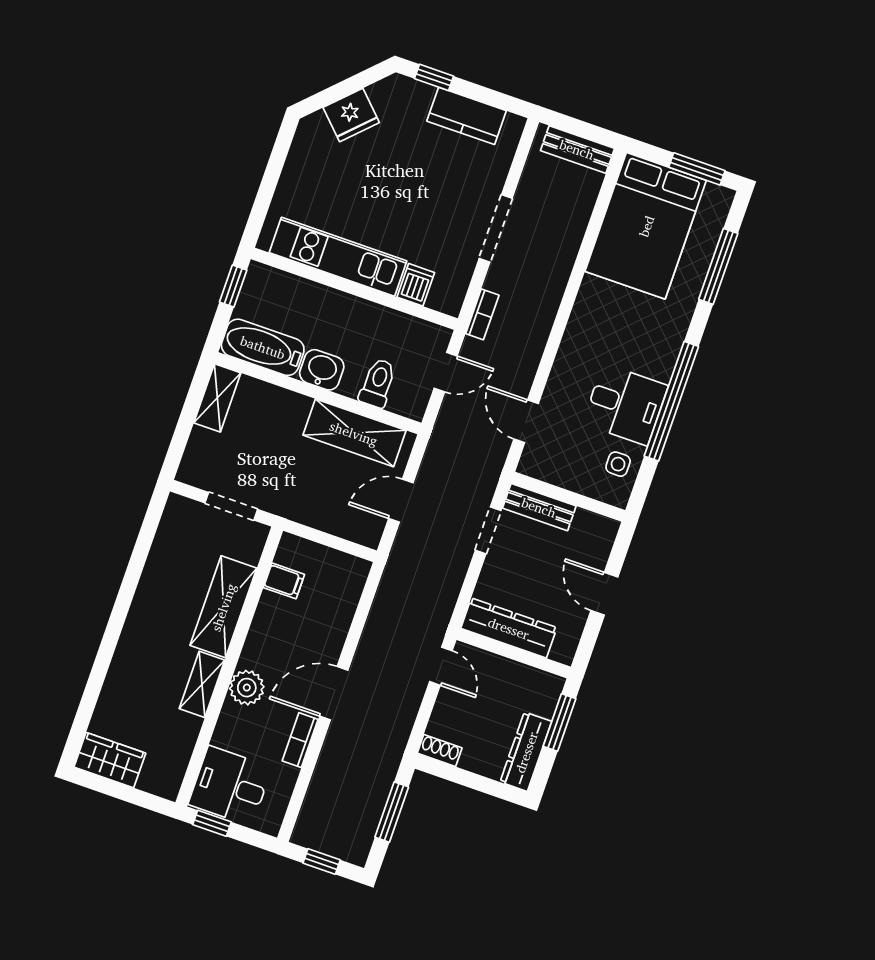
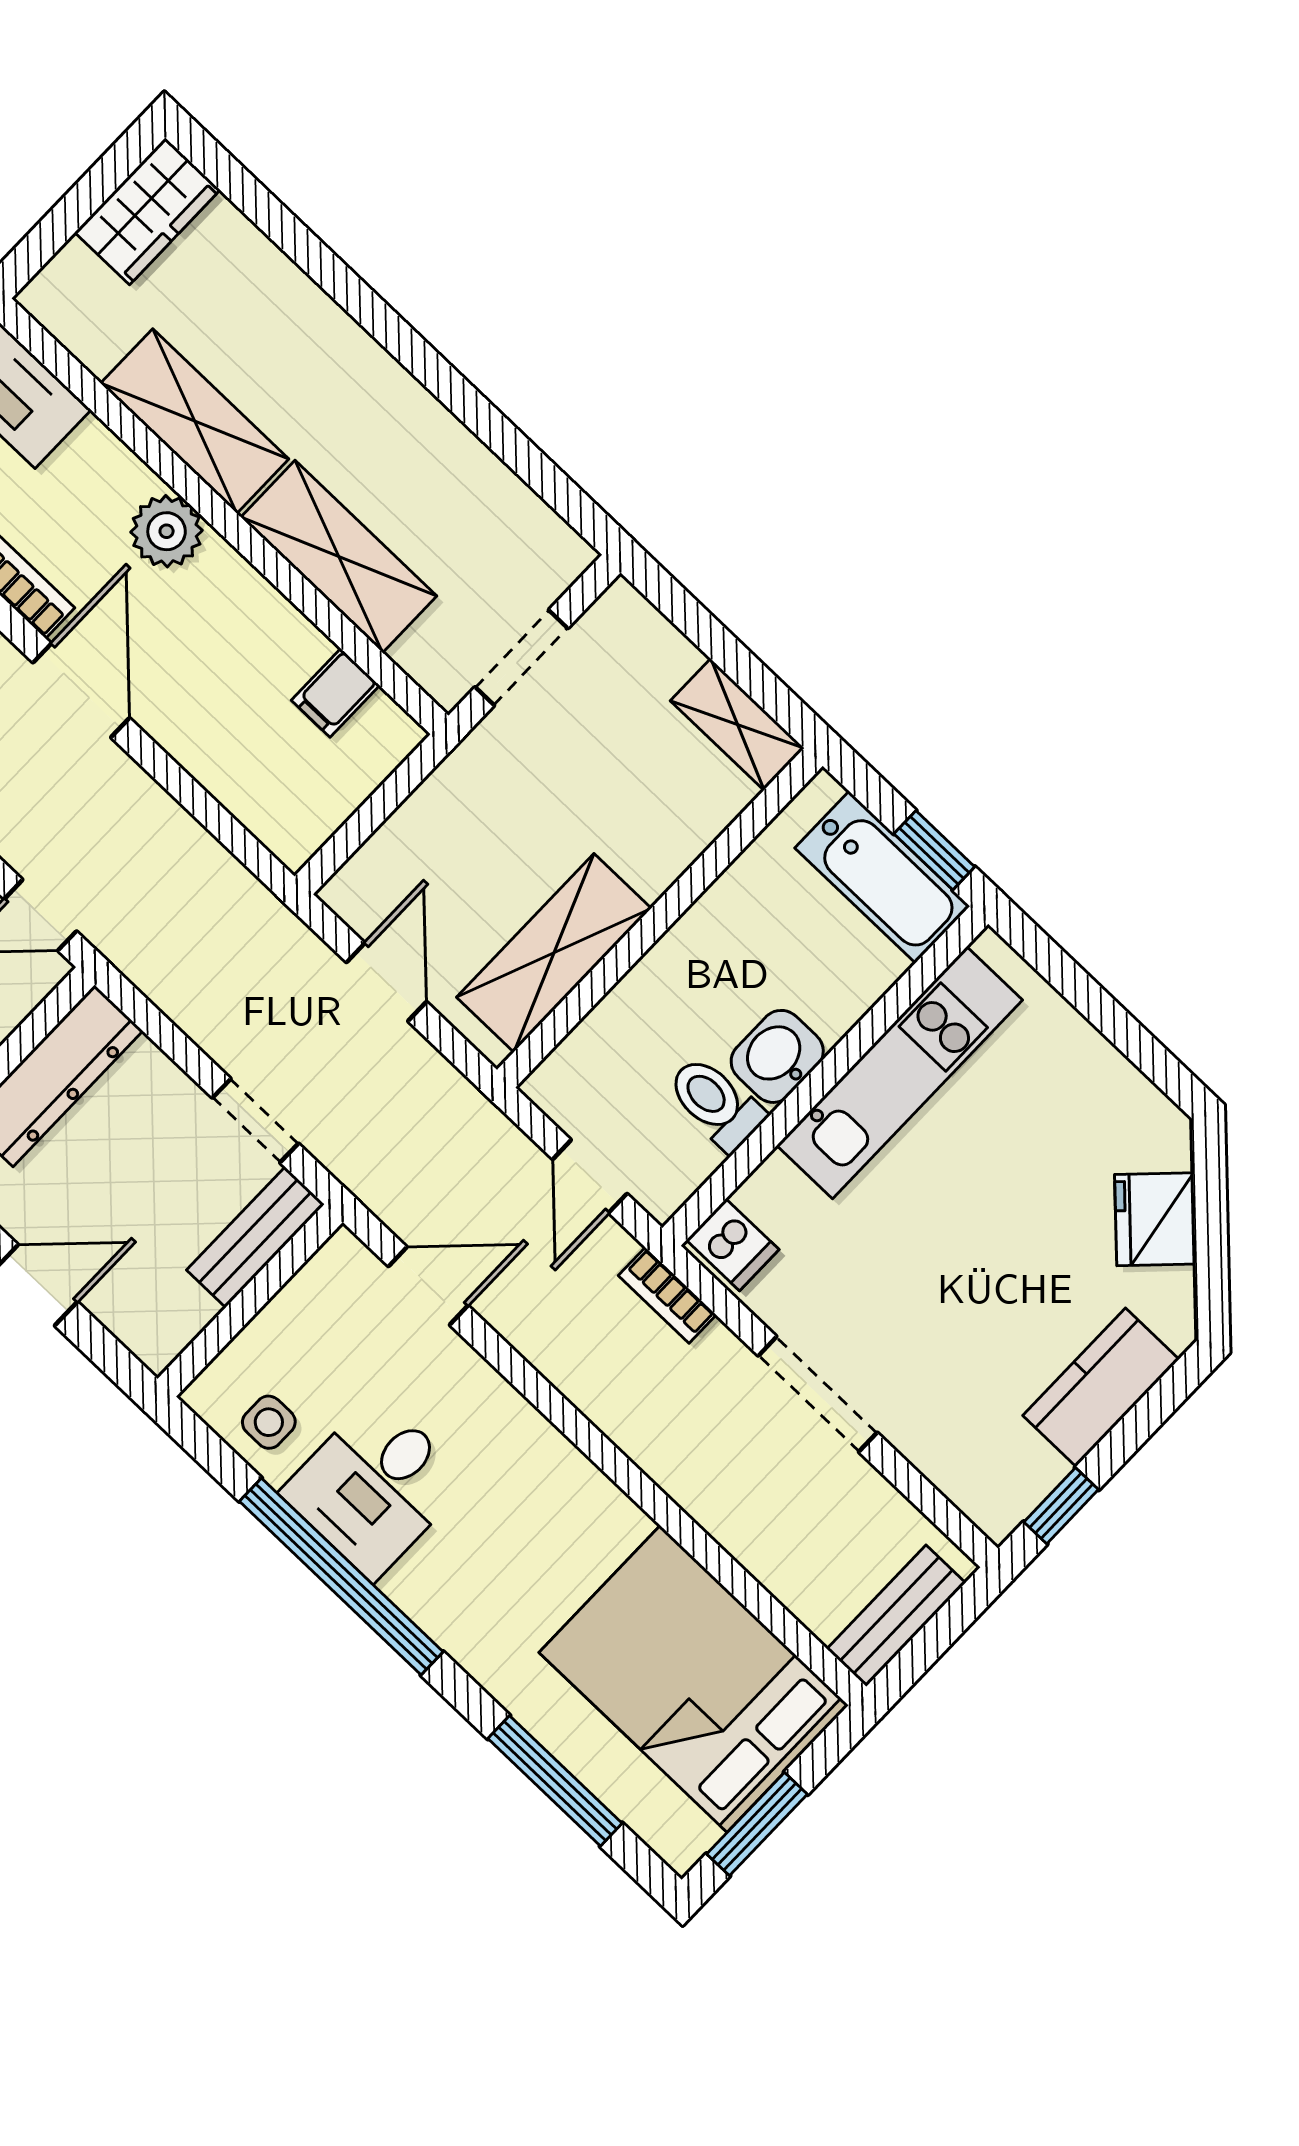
window: (434, 77) -> (1061, 1506), moved
kitchen counter: (467, 116) -> (1101, 1387), moved
dishwasher: (416, 285) -> (733, 1245), moved
bathtub: (263, 347) -> (882, 877), moved, turned 90
washbasin: (322, 370) -> (777, 1056), moved, turned 180
toilet: (378, 383) -> (716, 1103), moved, turned 180
shelving: (202, 684) -> (195, 421), width x1.50, depth x1.33

